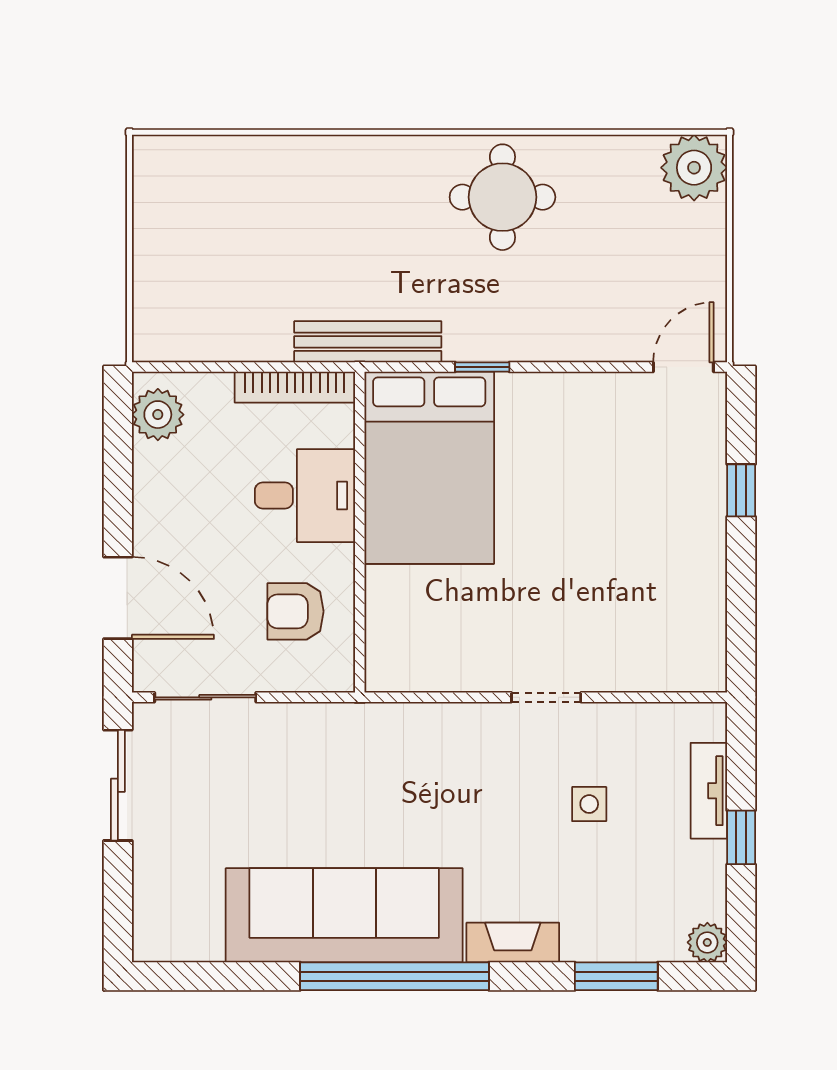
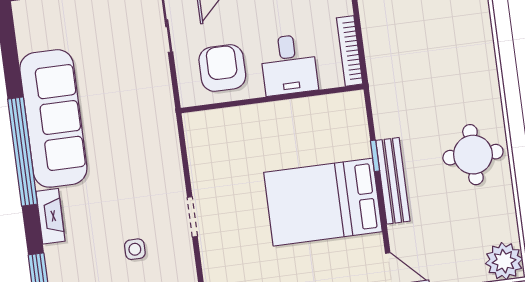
bench: (368, 342) -> (393, 181), moved
bed: (429, 468) -> (323, 202), moved
armchair: (295, 611) -> (222, 68), width x1.38, depth x1.38

